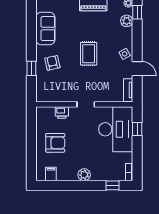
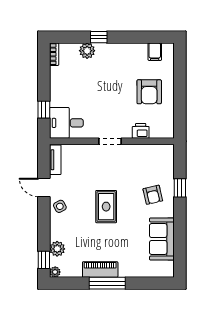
desk: (116, 129) -> (66, 123), width x0.53, depth x0.77
armchair: (55, 143) -> (149, 92), turned -90
plant: (84, 175) -> (87, 51), moved
window: (112, 185) -> (99, 37), moved

